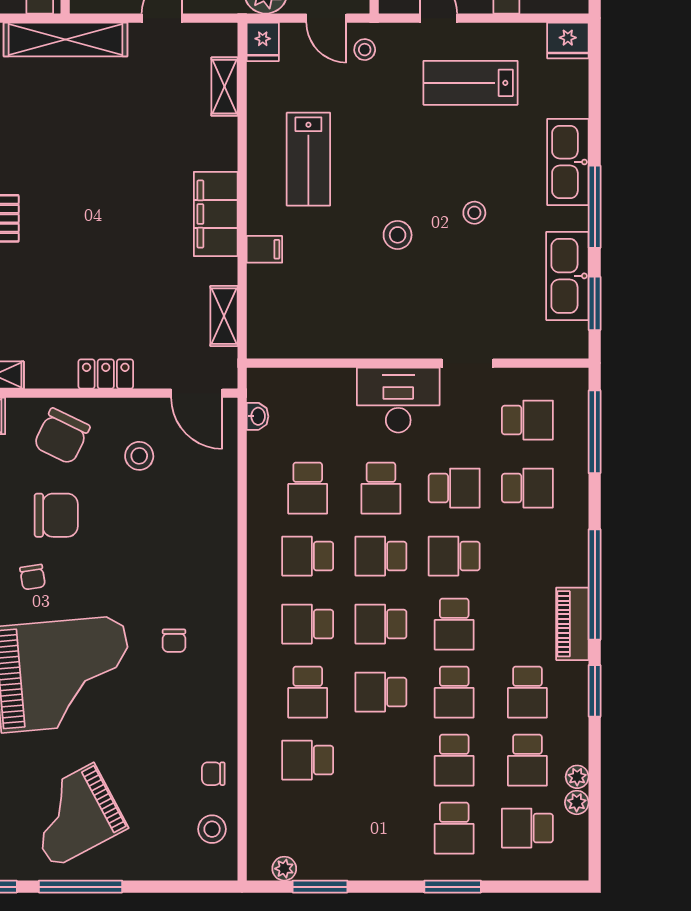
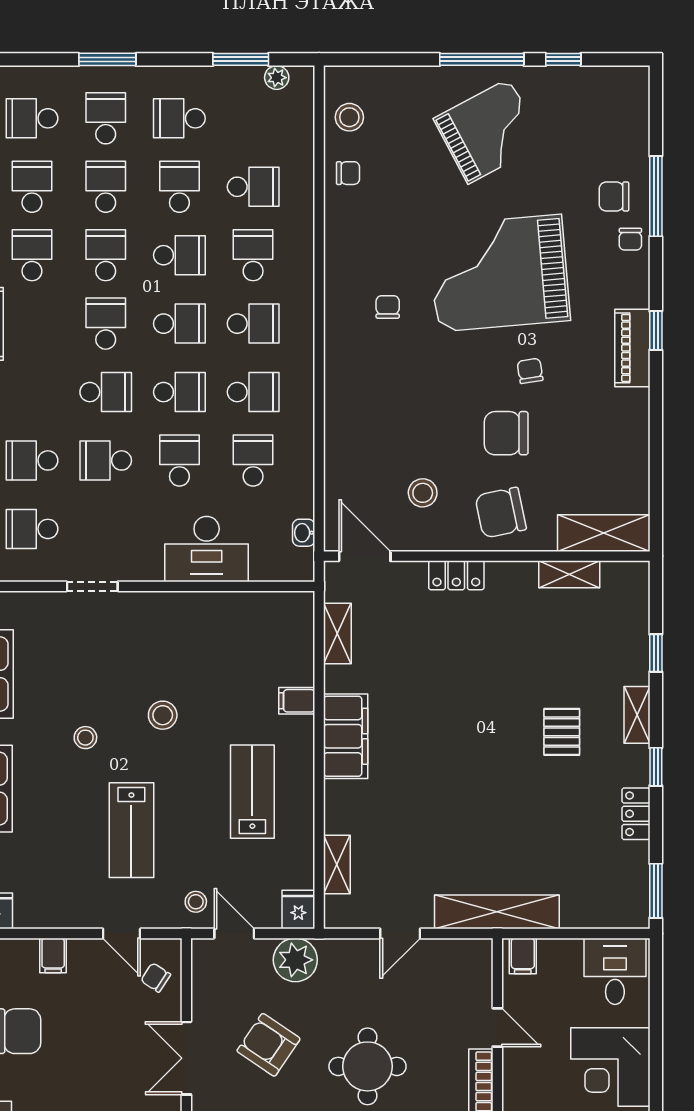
lab bench: (470, 83) -> (131, 830), moved, turned 90
desk: (398, 400) -> (207, 549), moved
chair: (62, 436) -> (501, 513), turned -128
school desk: (381, 760) -> (179, 187), added
school desk: (381, 828) -> (179, 118), added
school desk: (527, 828) -> (32, 118), turned 180

